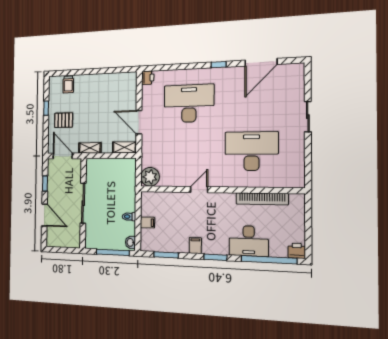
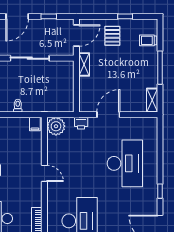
window: (94, 71) -> (160, 68), added
printer: (148, 78) -> (81, 123), moved
shelving: (124, 147) -> (152, 100), moved
filing cabinet: (147, 223) -> (35, 124), moved

